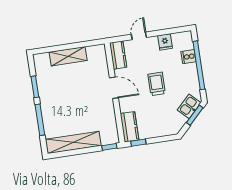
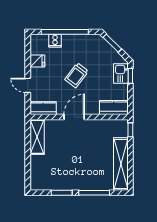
shelving: (68, 56) -> (37, 137), moved
trolley: (157, 84) -> (77, 75), turned -53
kitchen sink: (189, 106) -> (121, 73), moved, turned 45
window: (138, 143) -> (130, 76), moved

